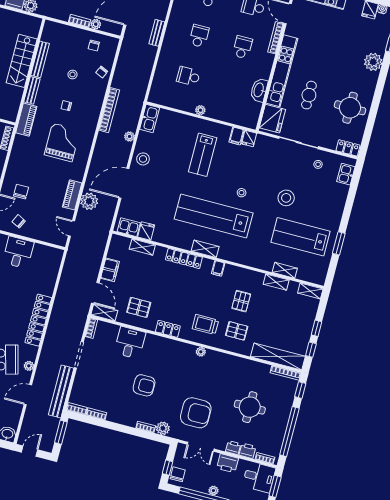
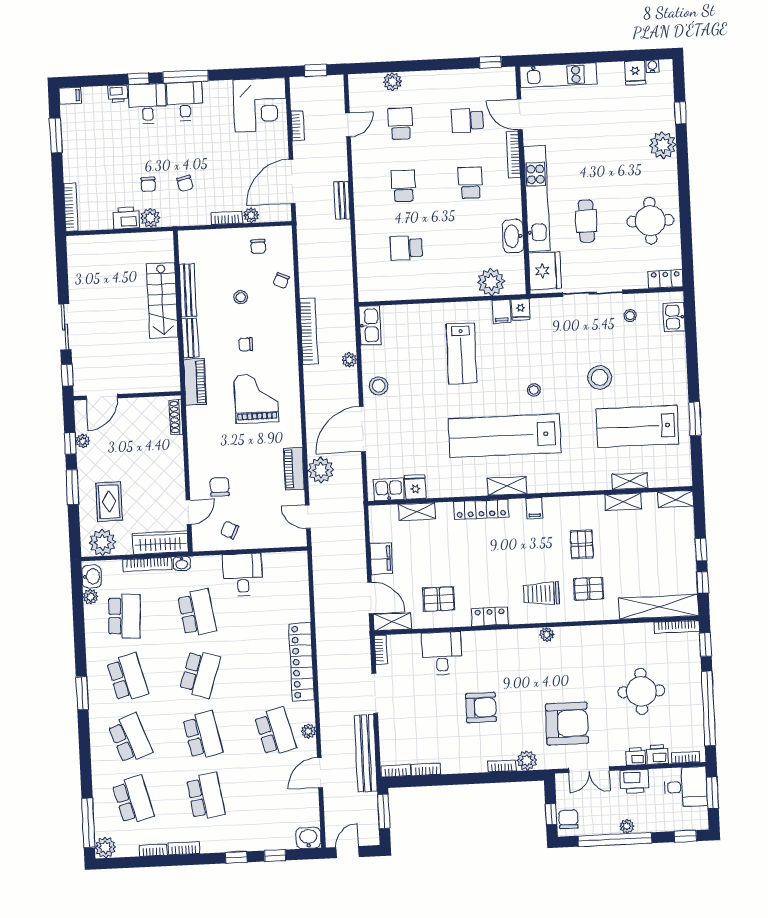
plant: (200, 110) -> (491, 282), moved, width x1.87, depth x1.87

